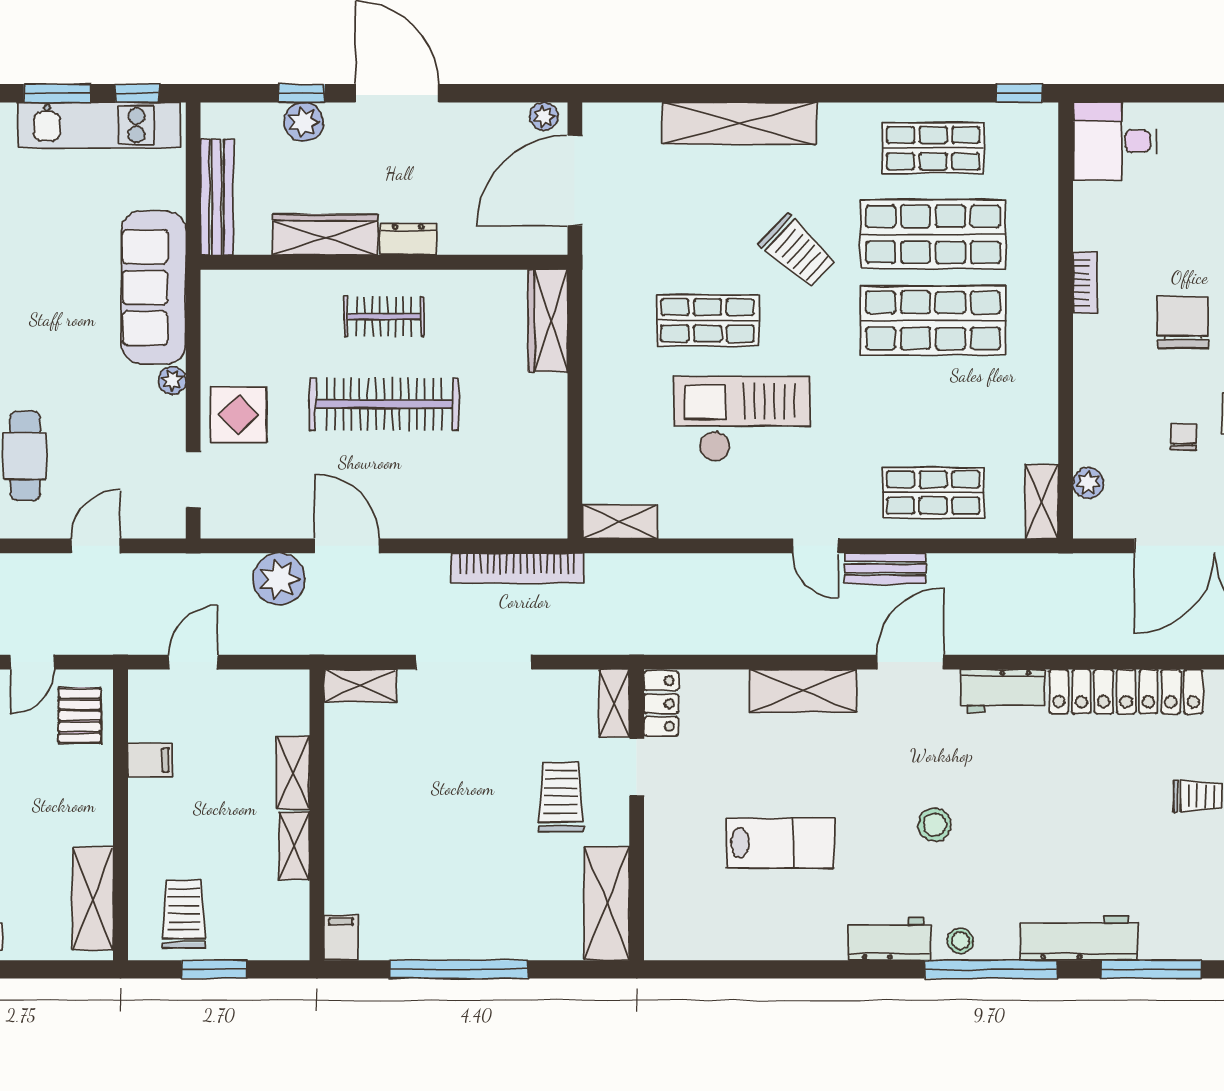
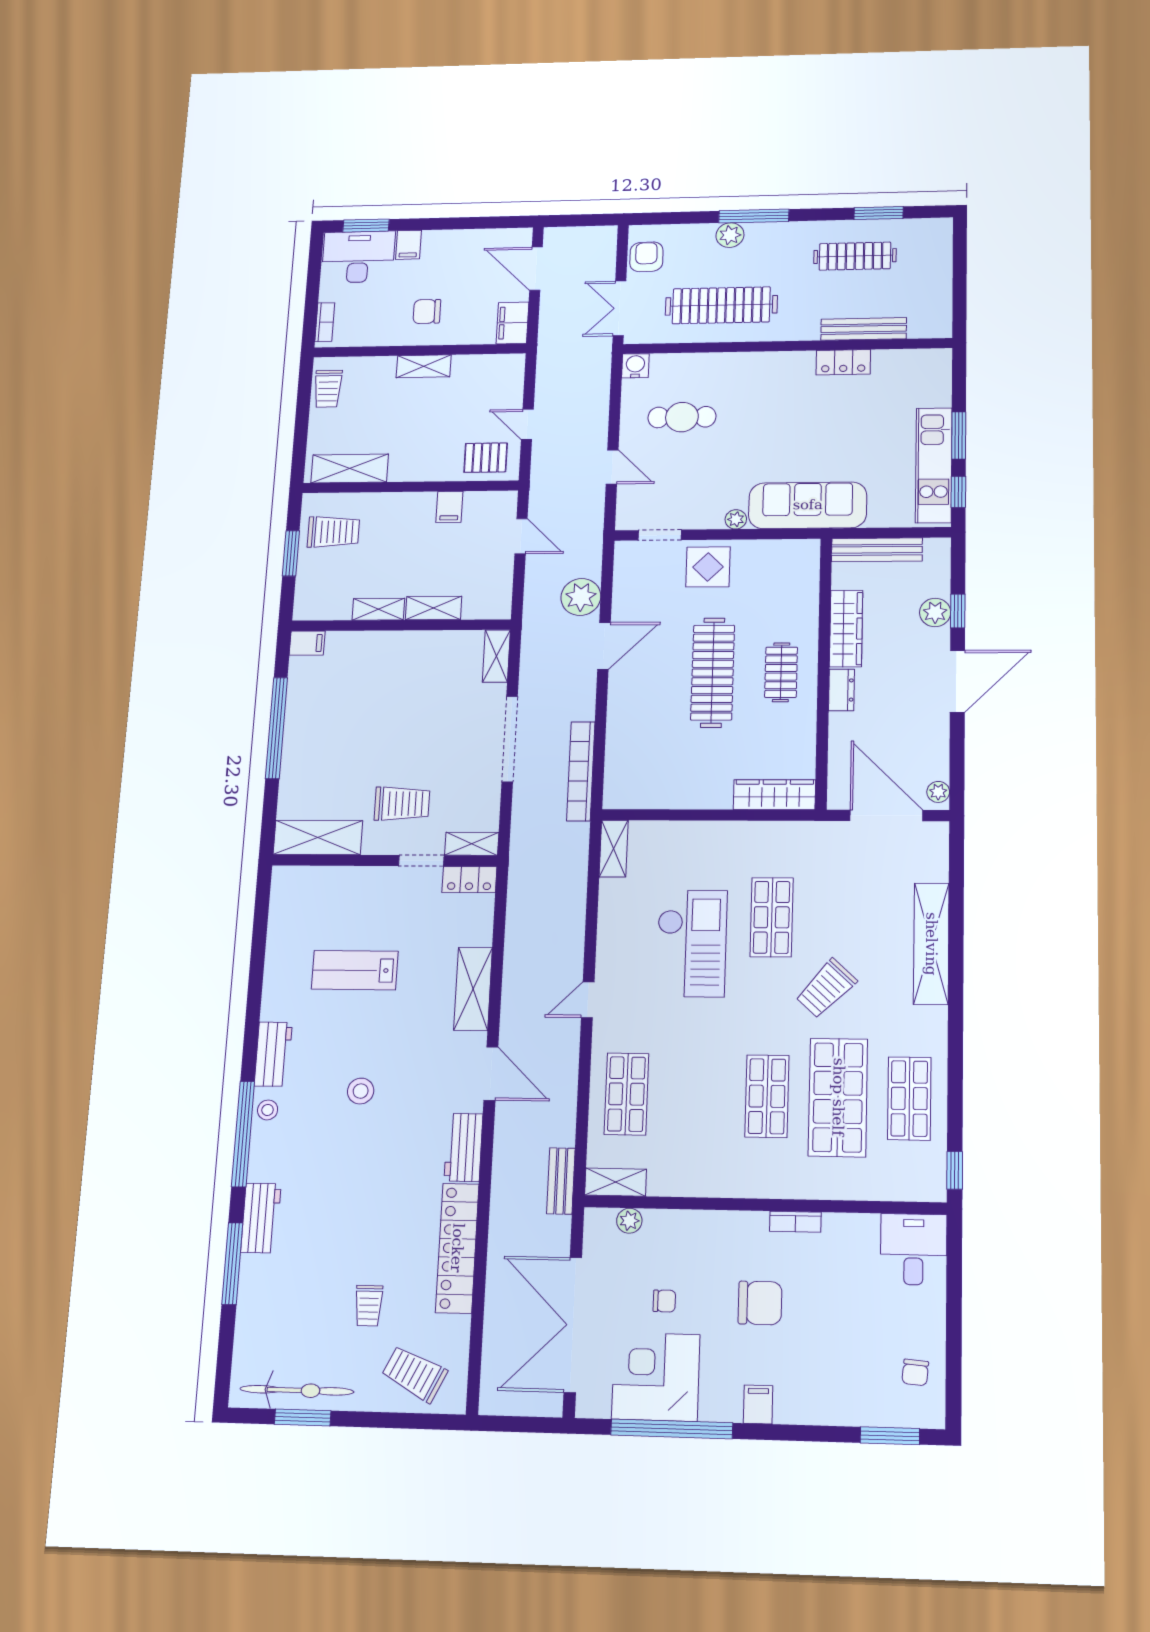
shop shelf: (933, 320) -> (767, 1096), width x0.70, depth x0.74
bench: (885, 569) -> (561, 1181), moved
lab bench: (781, 843) -> (355, 970), turned 90
workbench: (1079, 938) -> (261, 1218), width x0.73

